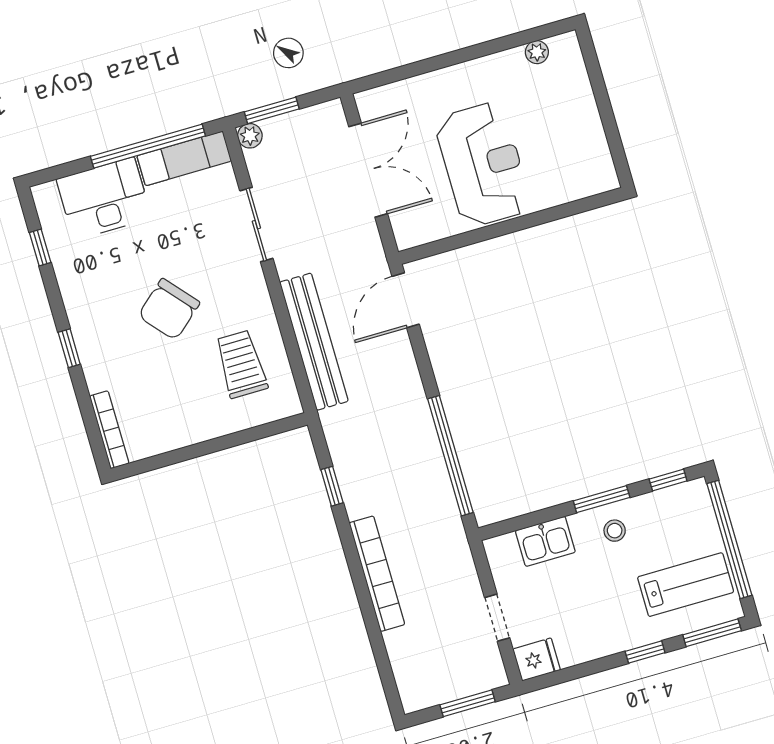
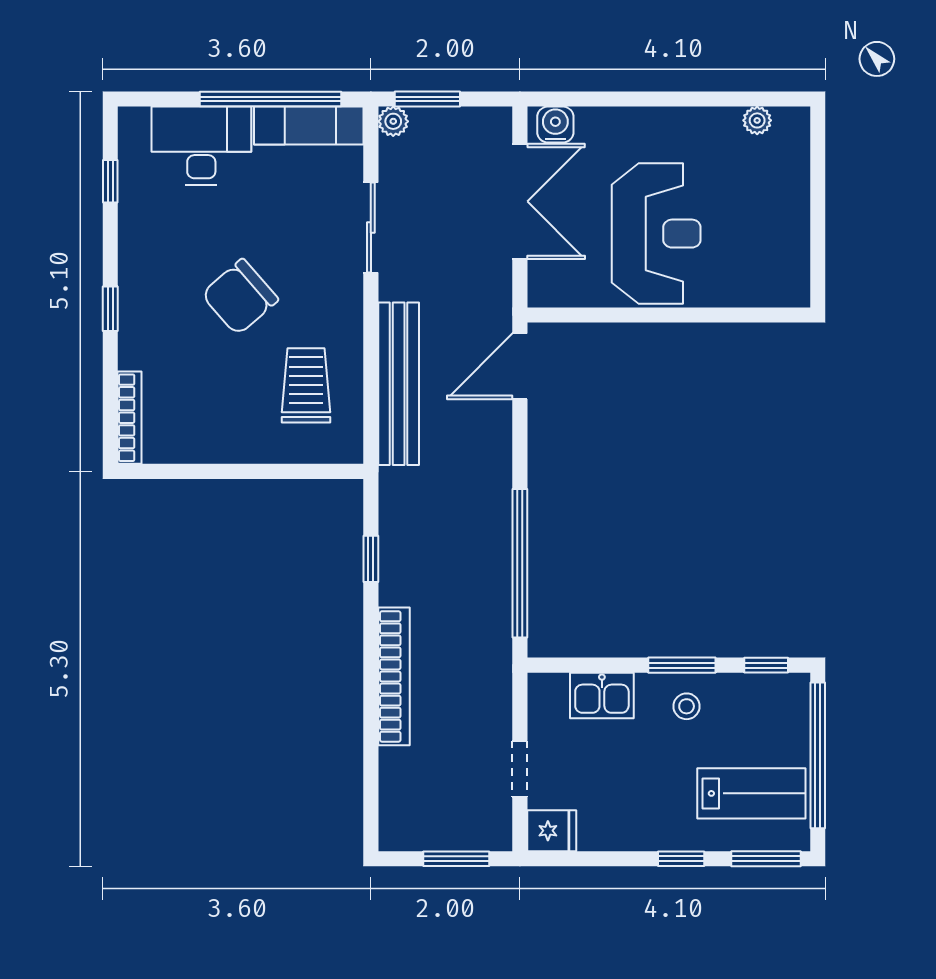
water cooler: (379, 101) -> (555, 125), added

